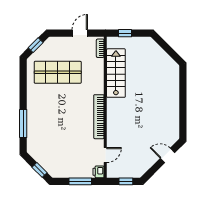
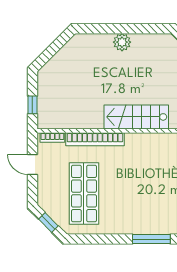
stairs: (116, 73) -> (136, 117), moved
plant: (173, 101) -> (122, 42), added
bookcase: (99, 117) -> (95, 139), moved

